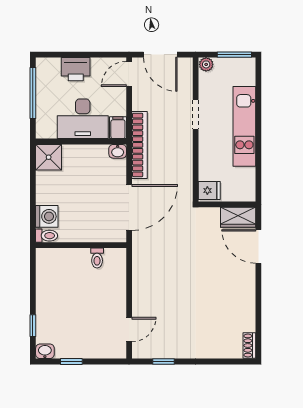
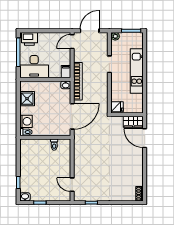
door: (160, 55) -> (90, 31), swing flipped
printer: (76, 69) -> (29, 39), moved
desk: (83, 119) -> (34, 67), moved
shower: (49, 157) -> (27, 99), moved
door: (129, 330) -> (72, 185), swing flipped

